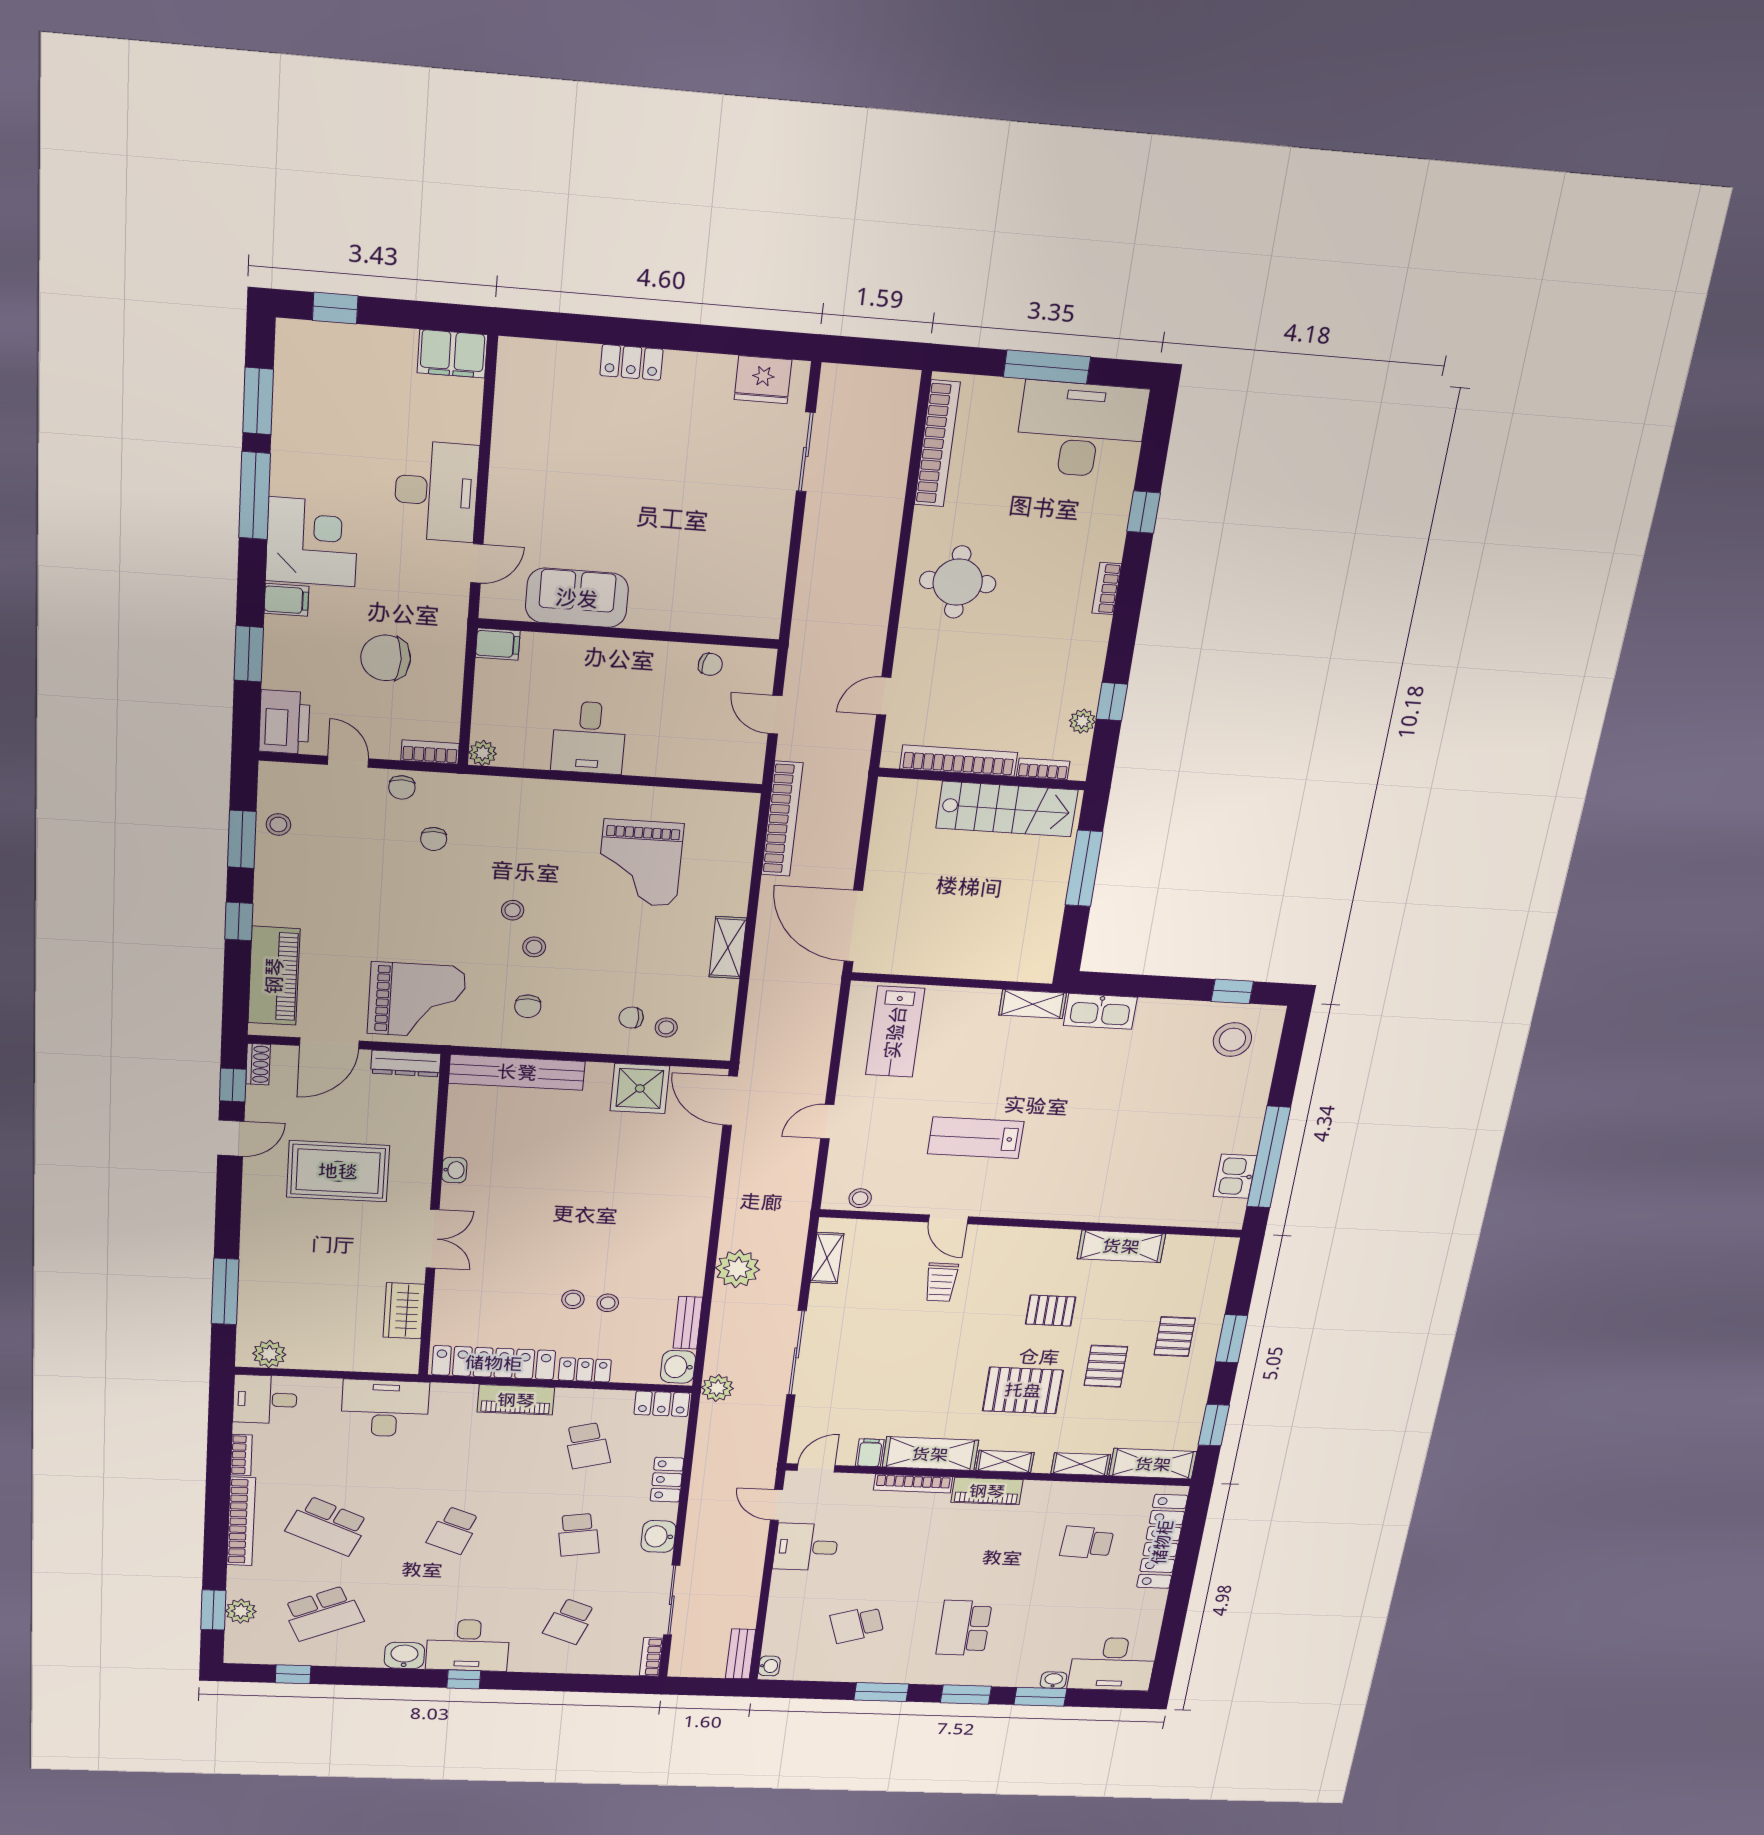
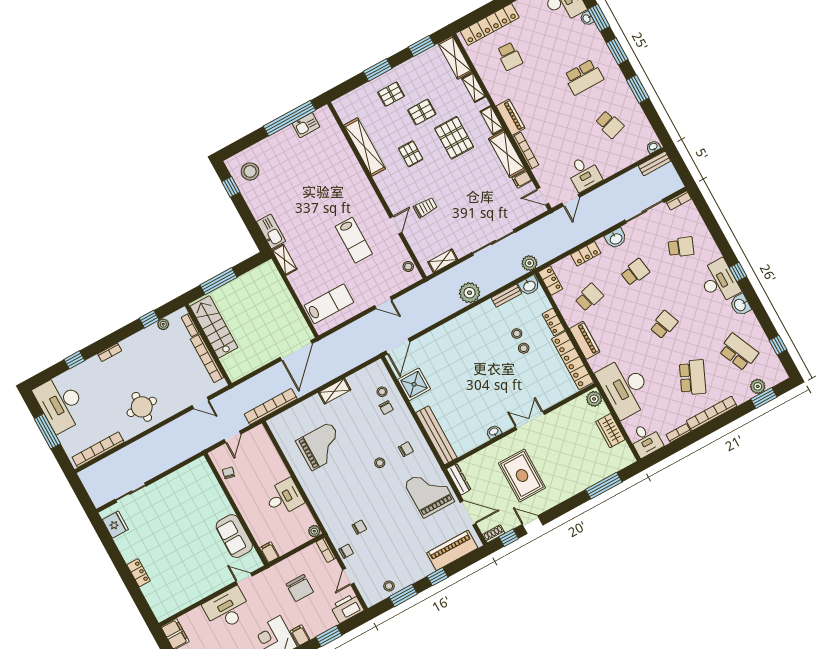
stool: (513, 910) -> (370, 480), removed
shelving: (1121, 1246) -> (365, 147), width x1.47
wardrobe: (404, 1311) -> (610, 431), moved, turned 90
plant: (269, 1354) -> (594, 399), moved
desk: (385, 1408) -> (625, 388), width x1.36, depth x1.30
school desk: (454, 1530) -> (664, 325), turned -42

